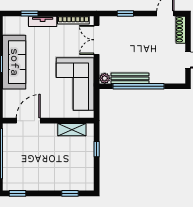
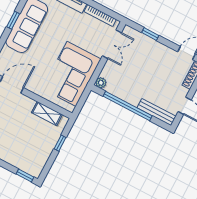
double door: (97, 40) -> (112, 44), swing flipped
bench: (130, 78) -> (157, 112), moved
window: (70, 193) -> (25, 176), moved

